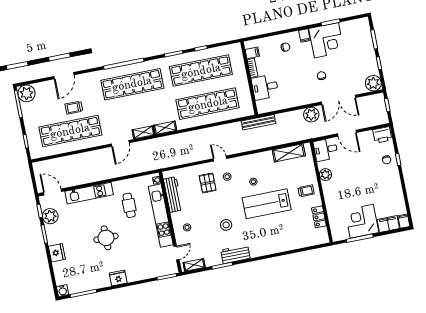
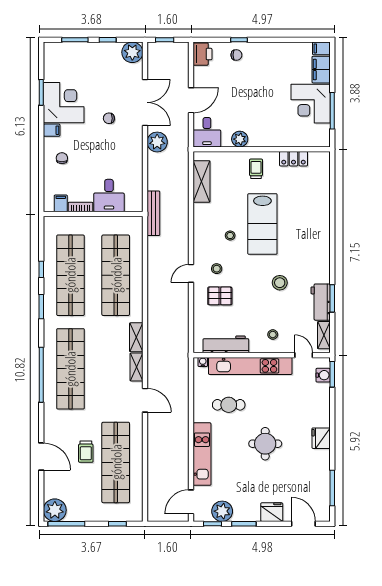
workbench: (235, 254) -> (321, 302), moved
door: (53, 278) -> (303, 524), added
water cooler: (63, 291) -> (323, 375), moved

